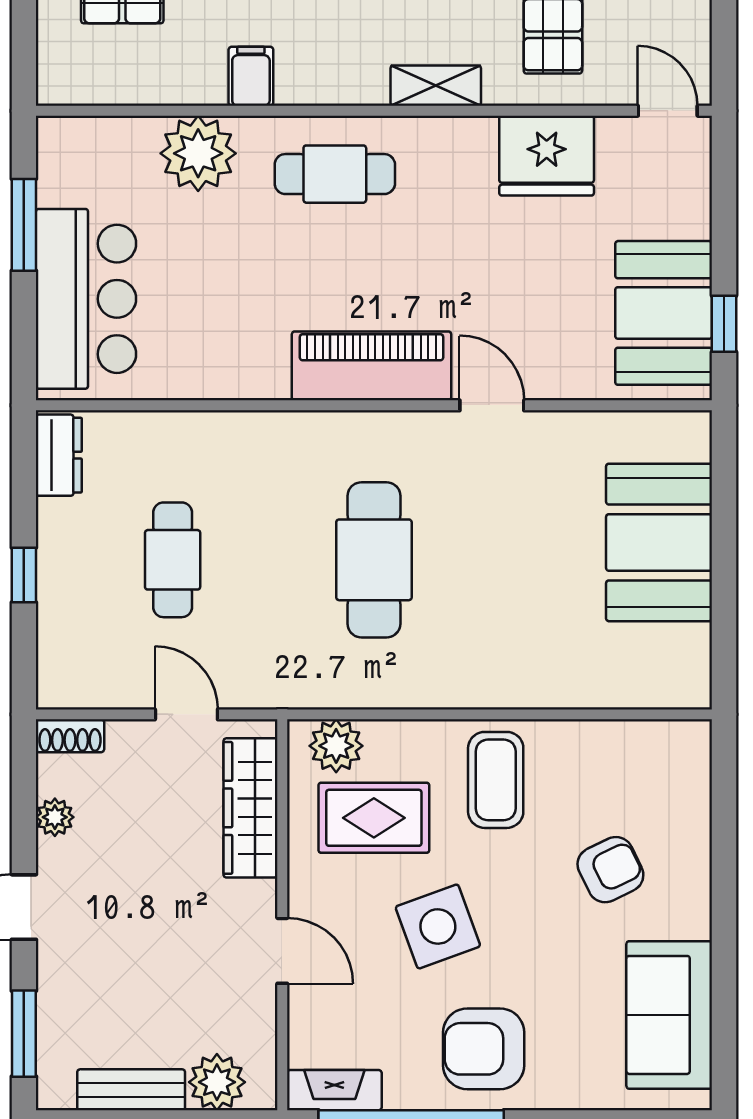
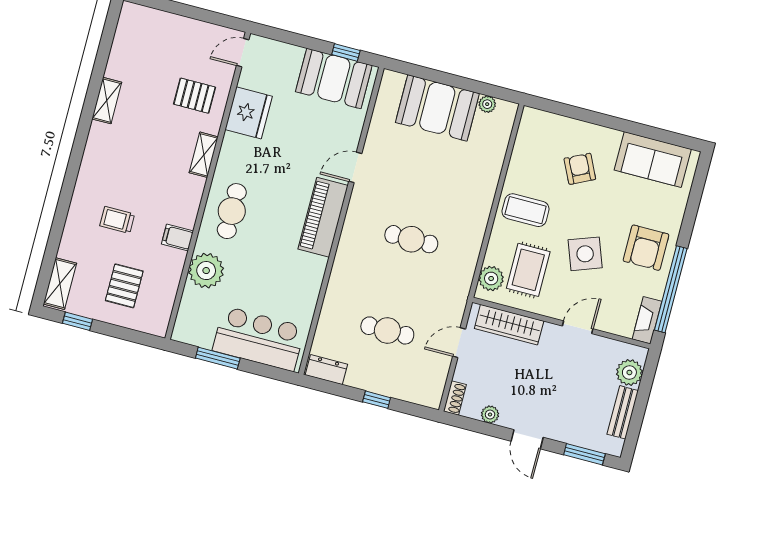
cafe table: (374, 560) -> (411, 239), width x0.73, depth x0.74
plant: (694, 643) -> (487, 104), added

